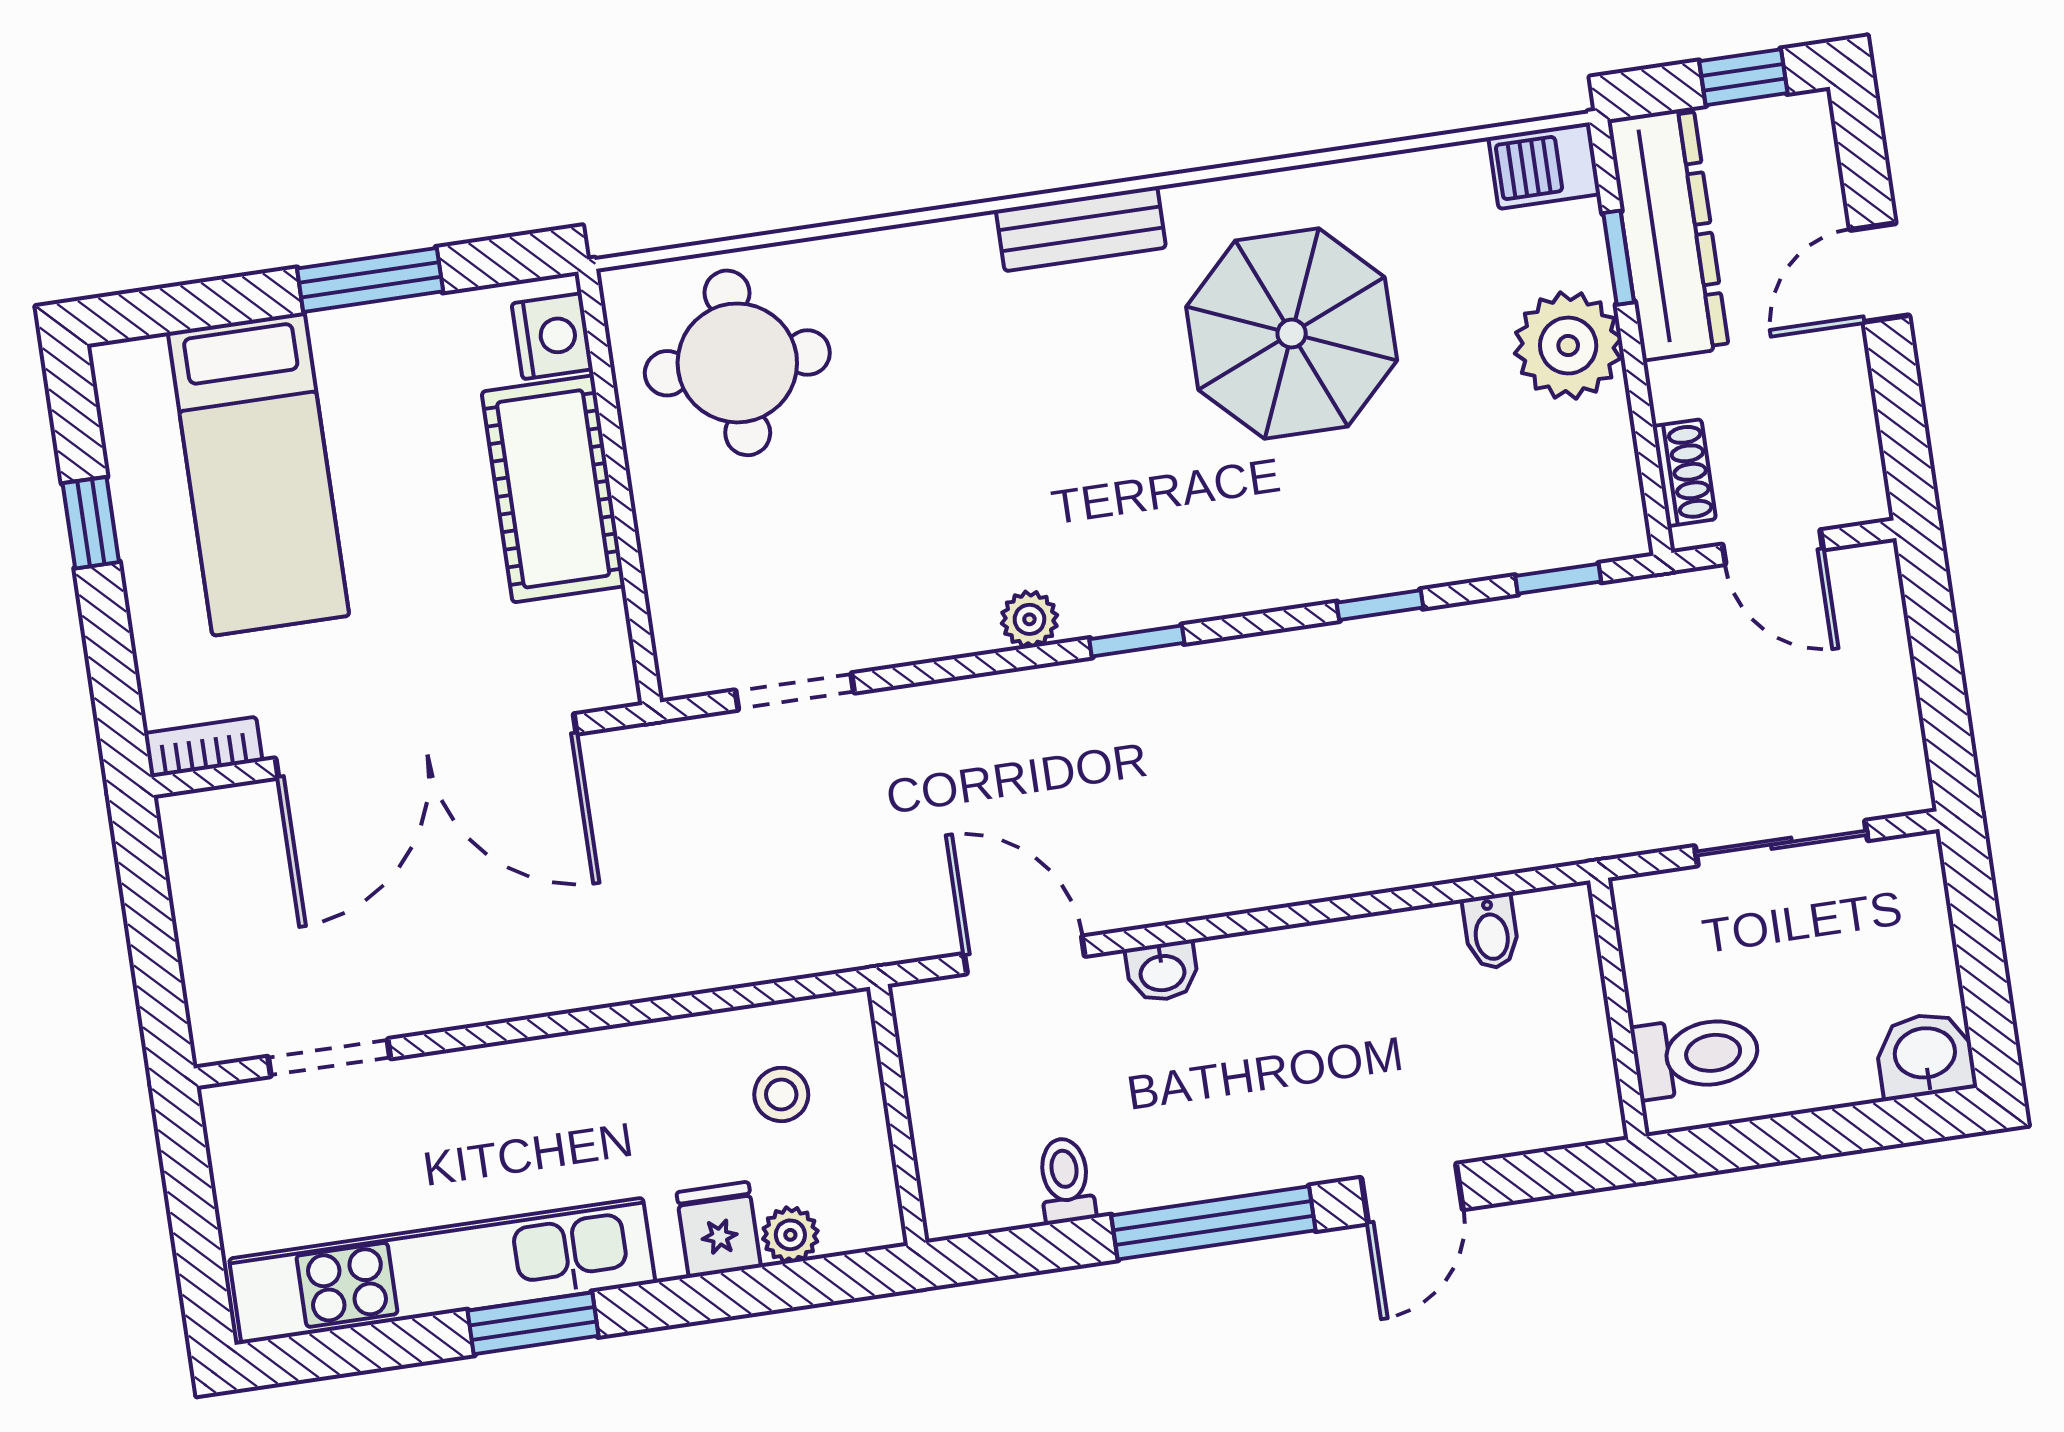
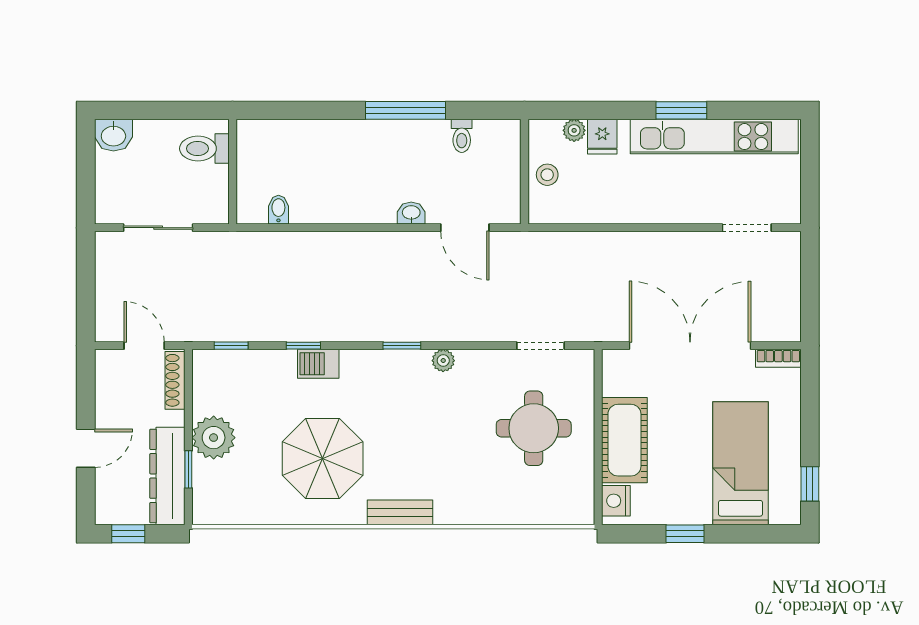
barbecue: (1544, 166) -> (318, 364), moved, turned 180
window: (370, 280) -> (685, 534), width x0.67
round table: (737, 363) -> (534, 428), moved
shoe rack: (1684, 473) -> (175, 380), width x1.43
window: (91, 523) -> (810, 484), moved
stool: (781, 1094) -> (547, 175), moved
door: (1412, 1194) -> (325, 110), removed

